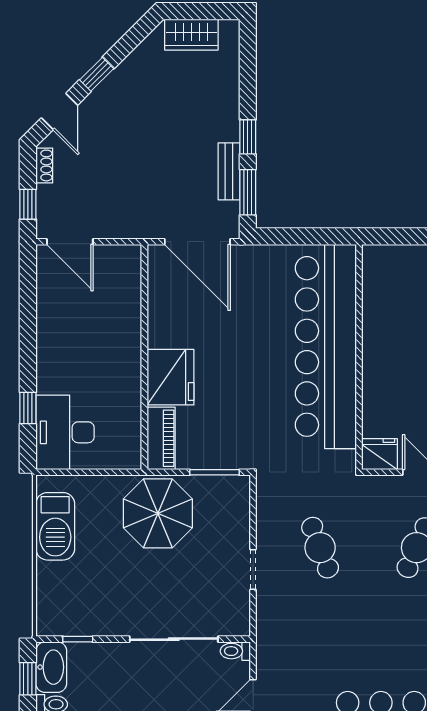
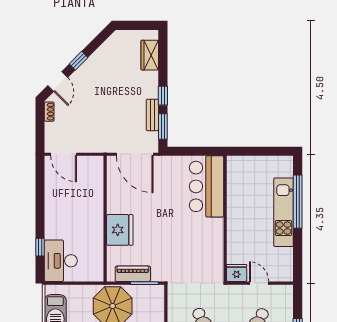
wardrobe: (191, 35) -> (150, 55), moved, turned 90
window: (28, 204) -> (40, 133), removed
bar counter: (326, 346) -> (207, 186), width x0.54
piano: (161, 438) -> (133, 274), moved, turned -90

